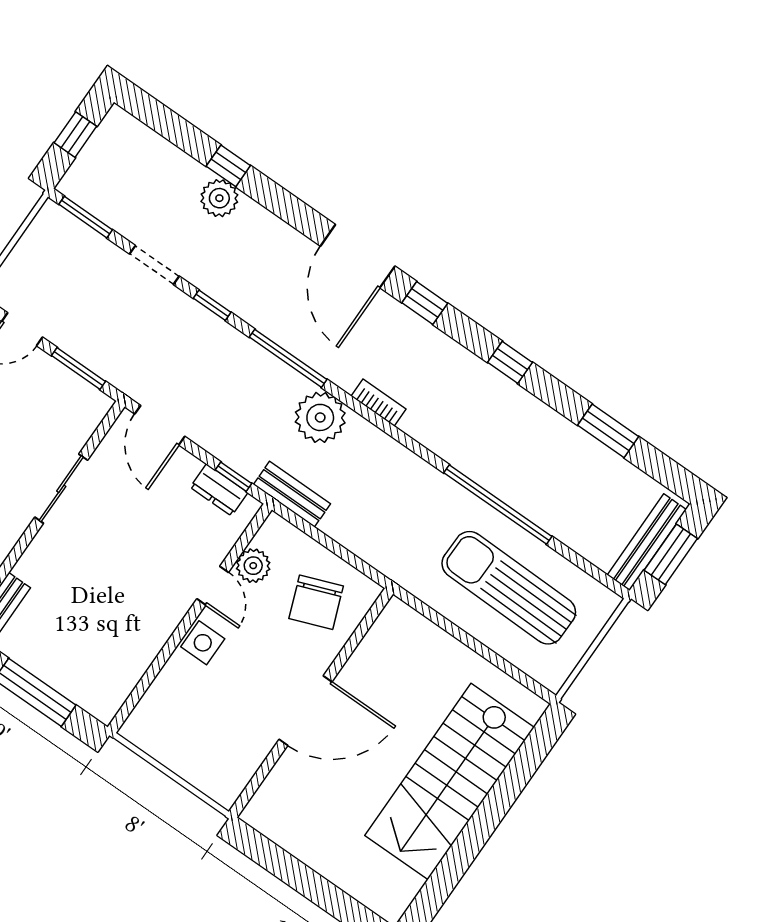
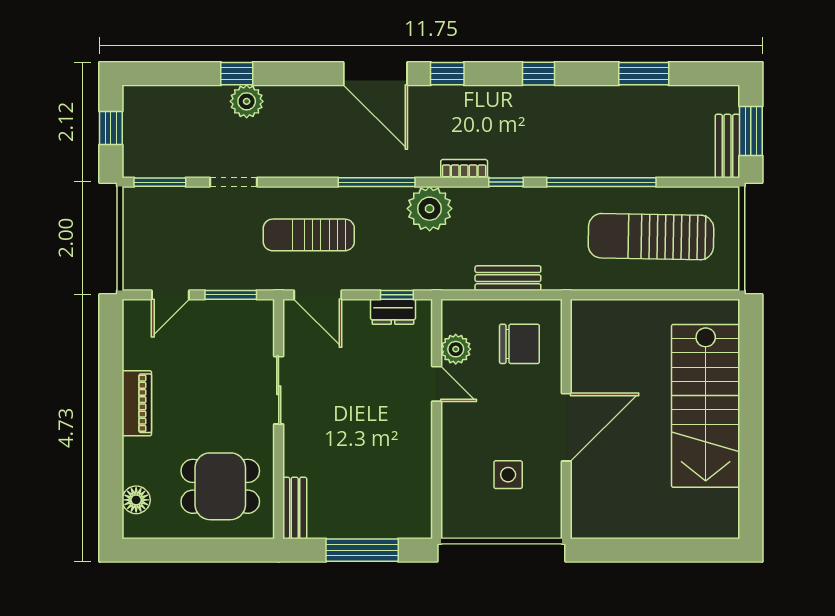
window: (212, 305) -> (506, 182), moved
sun lounger: (190, 363) -> (309, 235), added
bench: (292, 494) -> (508, 278), moved
bench: (647, 542) -> (727, 146), width x0.73
chair: (316, 602) -> (519, 344), turned -69
side table: (203, 643) -> (508, 475), moved

